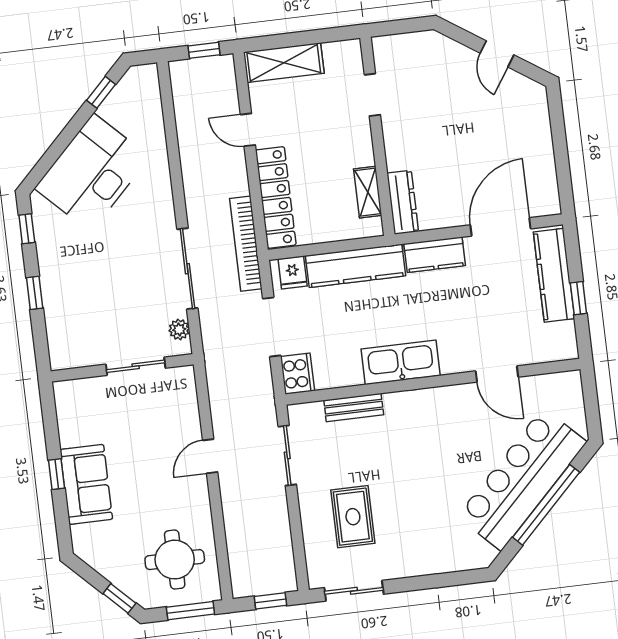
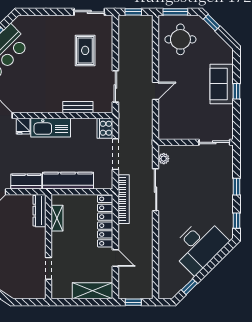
fridge: (293, 273) -> (23, 126), moved, turned 180
sliding door: (136, 366) -> (214, 142), moved

